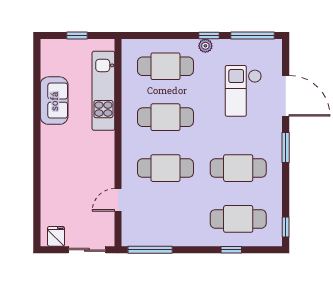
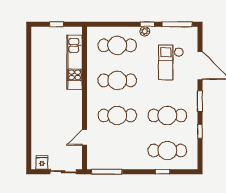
sofa: (54, 101) -> (41, 69), removed
window: (286, 227) -> (200, 131), moved

